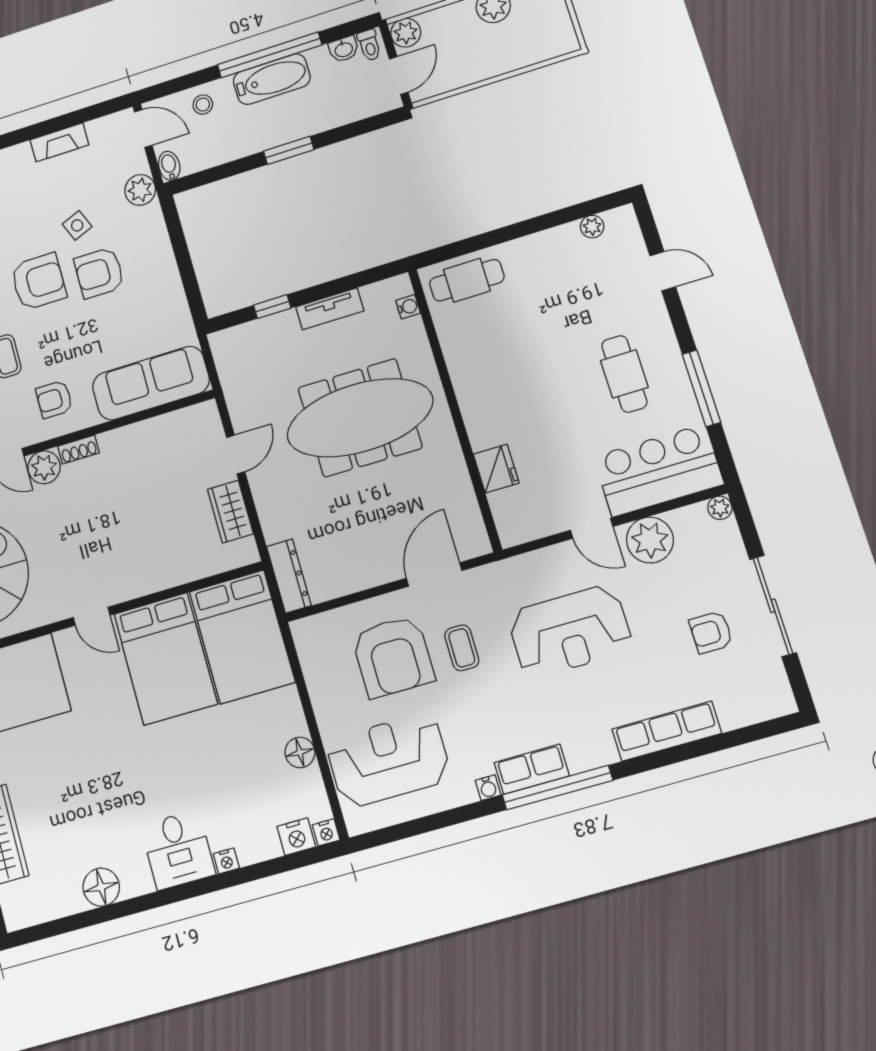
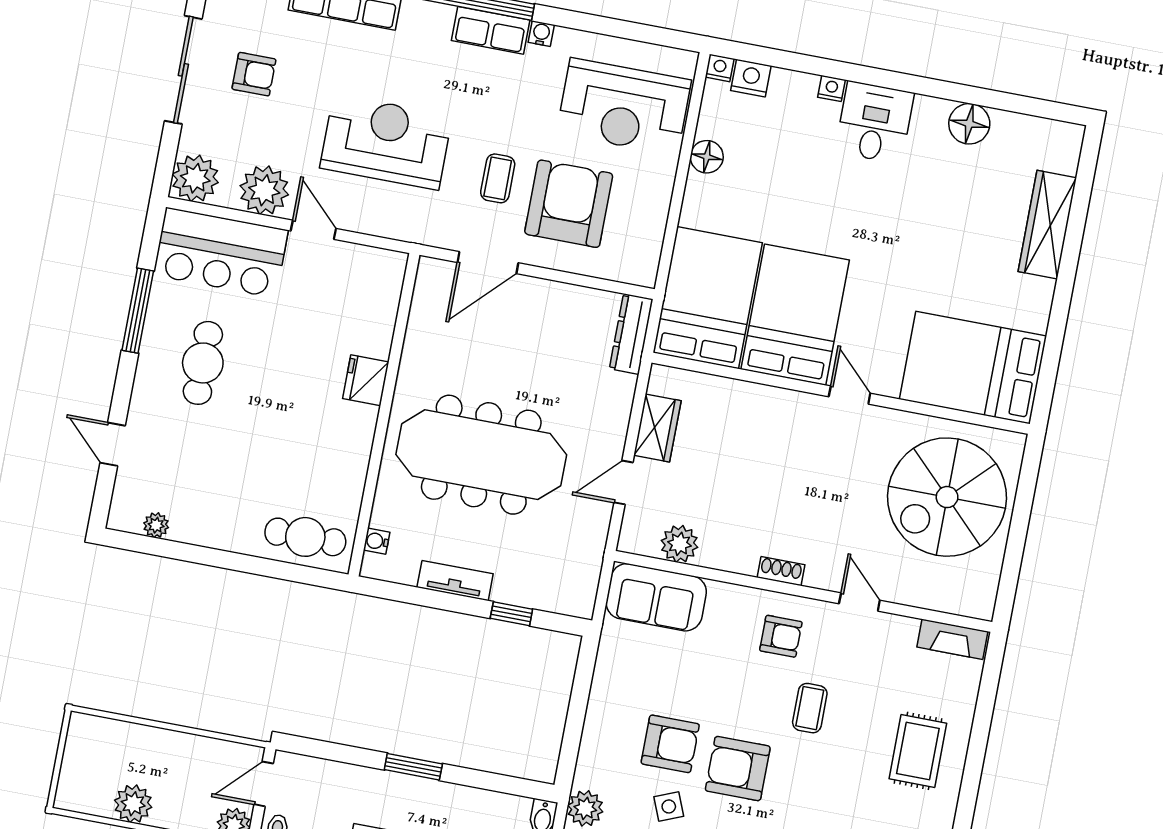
sofa: (151, 383) -> (656, 597), width x0.73
plant: (44, 467) -> (679, 544), moved
fridge: (496, 469) -> (366, 380), moved
plant: (720, 508) -> (195, 178), width x1.88, depth x1.88

